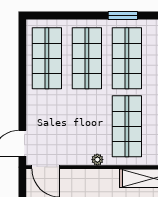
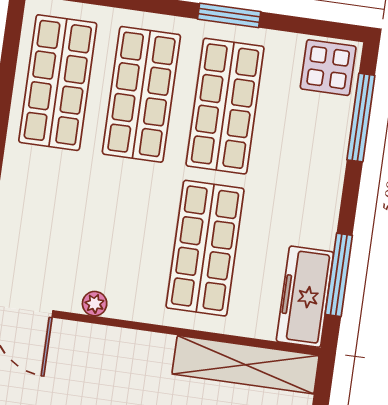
plant: (97, 160) -> (95, 304), moved

